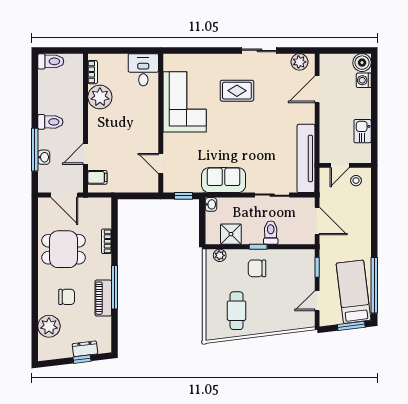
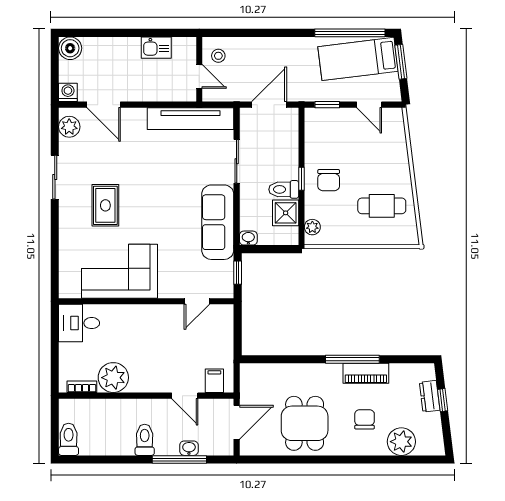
washing machine: (364, 80) -> (68, 92), moved, turned 180
sofa: (224, 180) -> (218, 222), width x1.36
toilet: (271, 233) -> (284, 189), moved
bookcase: (106, 241) -> (295, 369), removed

